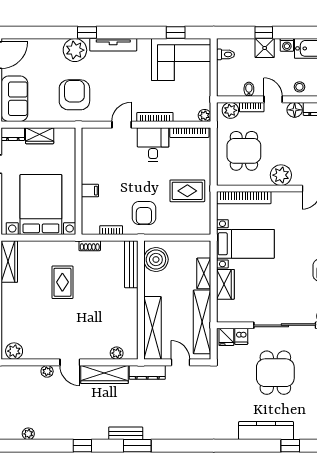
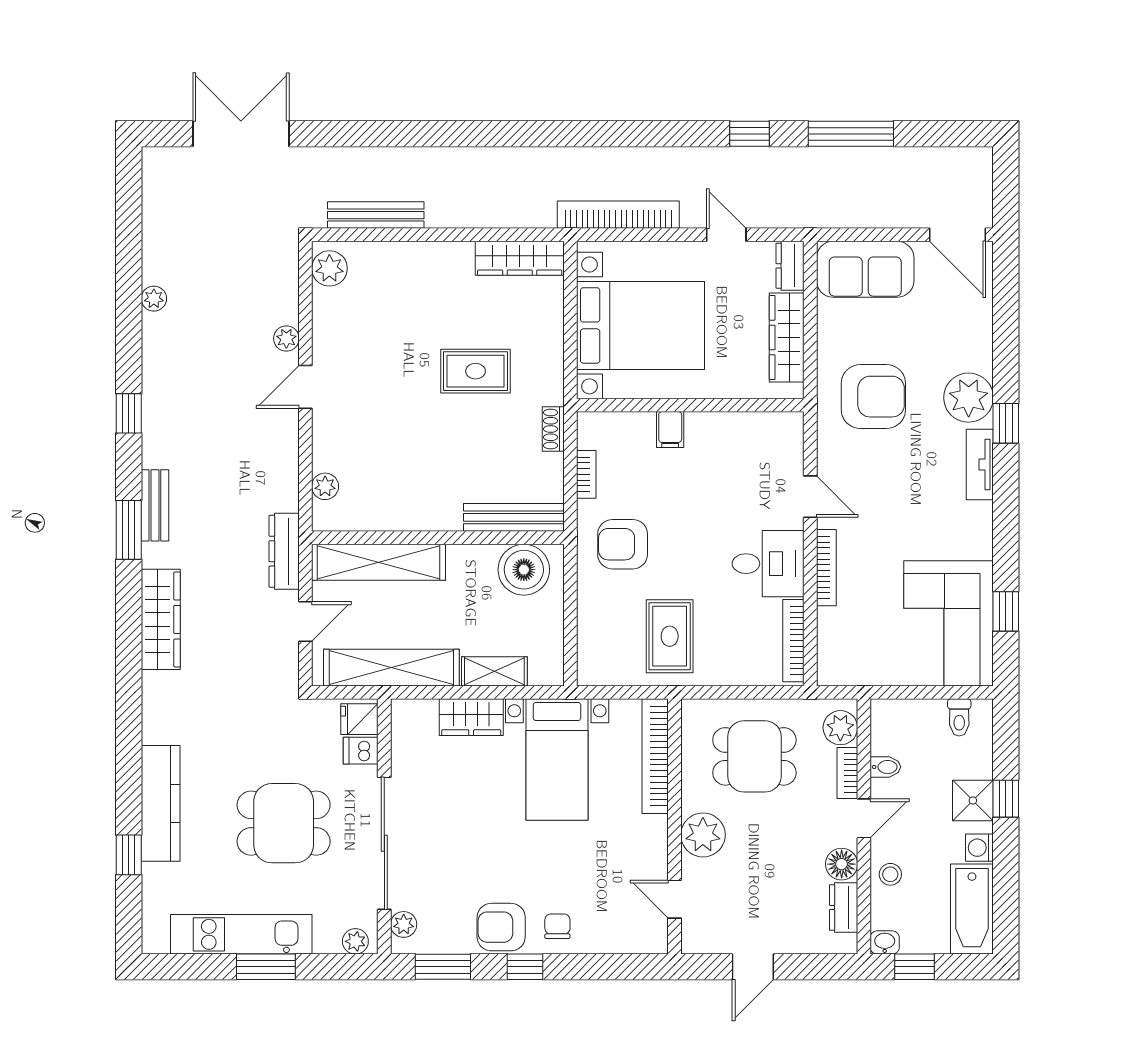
tv unit: (113, 45) -> (980, 465), width x0.71
plant: (205, 115) -> (830, 673), removed
wardrobe: (40, 136) -> (787, 337), width x1.50
wardrobe: (104, 375) -> (161, 619), moved, turned 180

